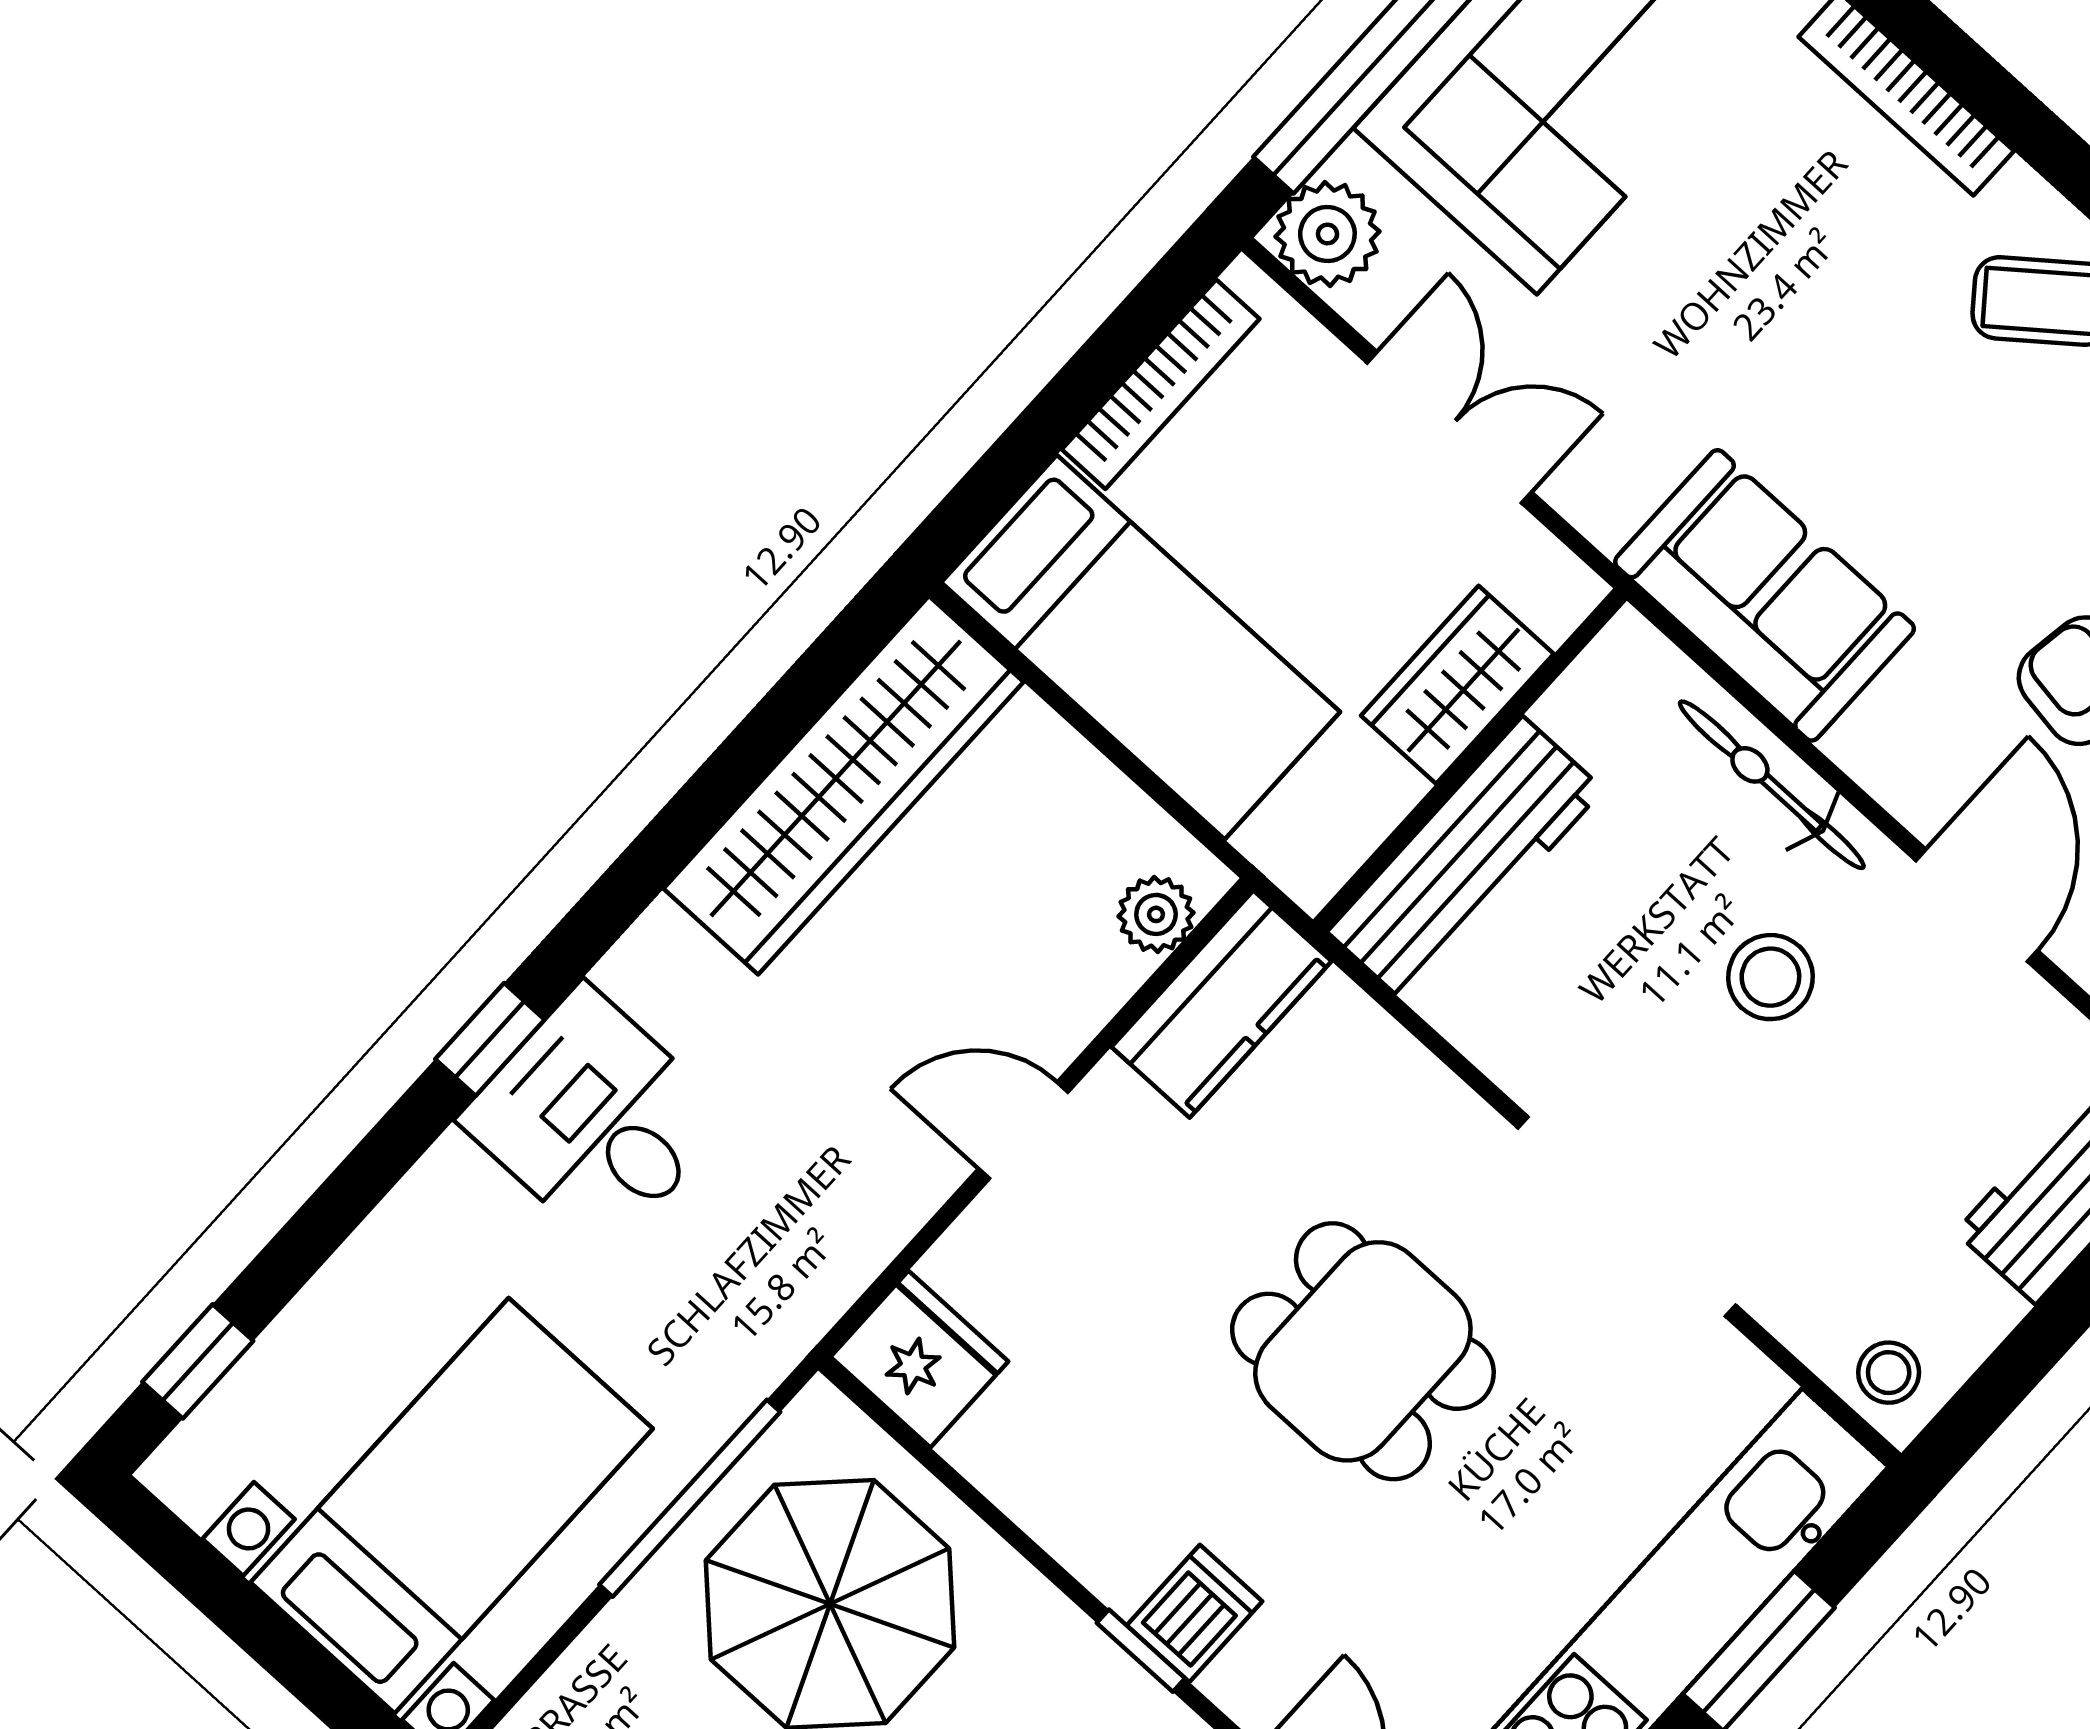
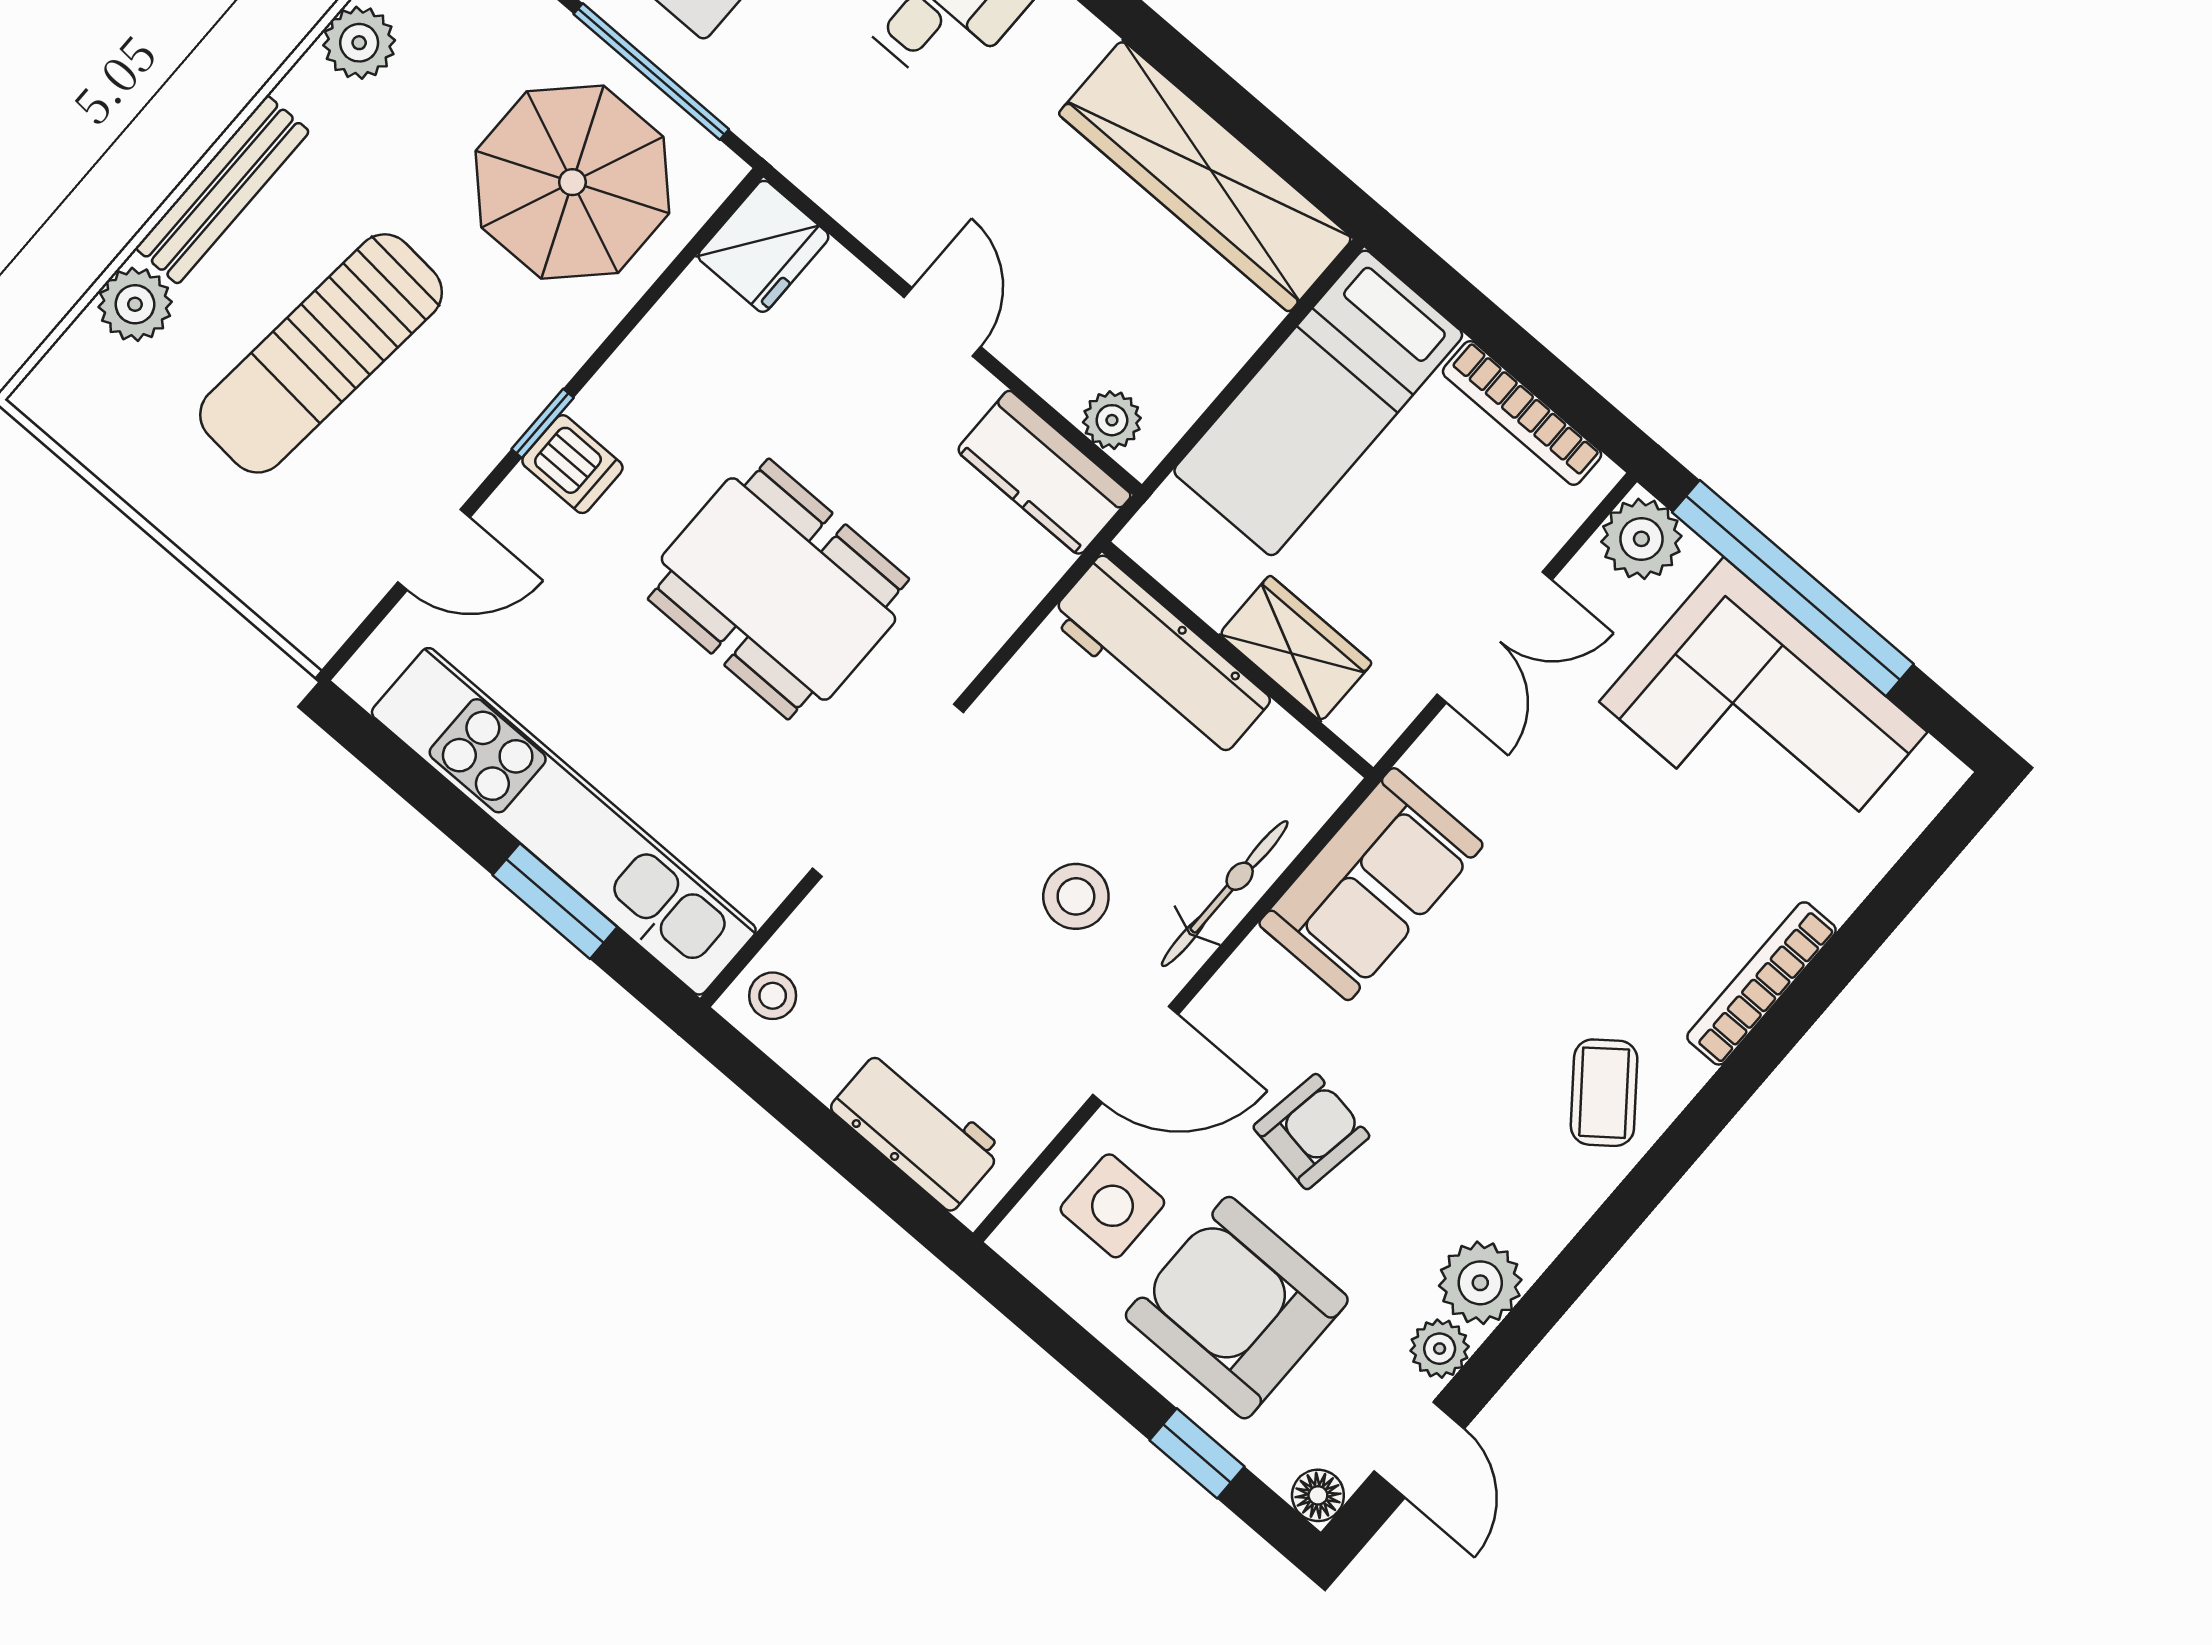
dining table: (1363, 1351) -> (778, 589), width x1.38

